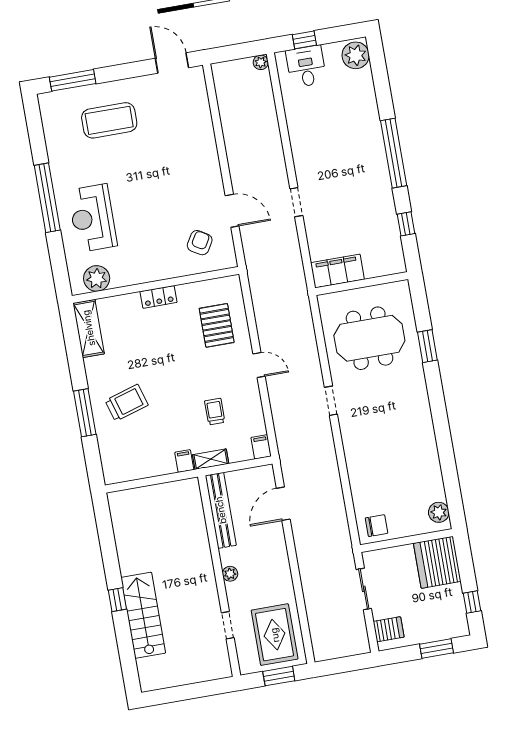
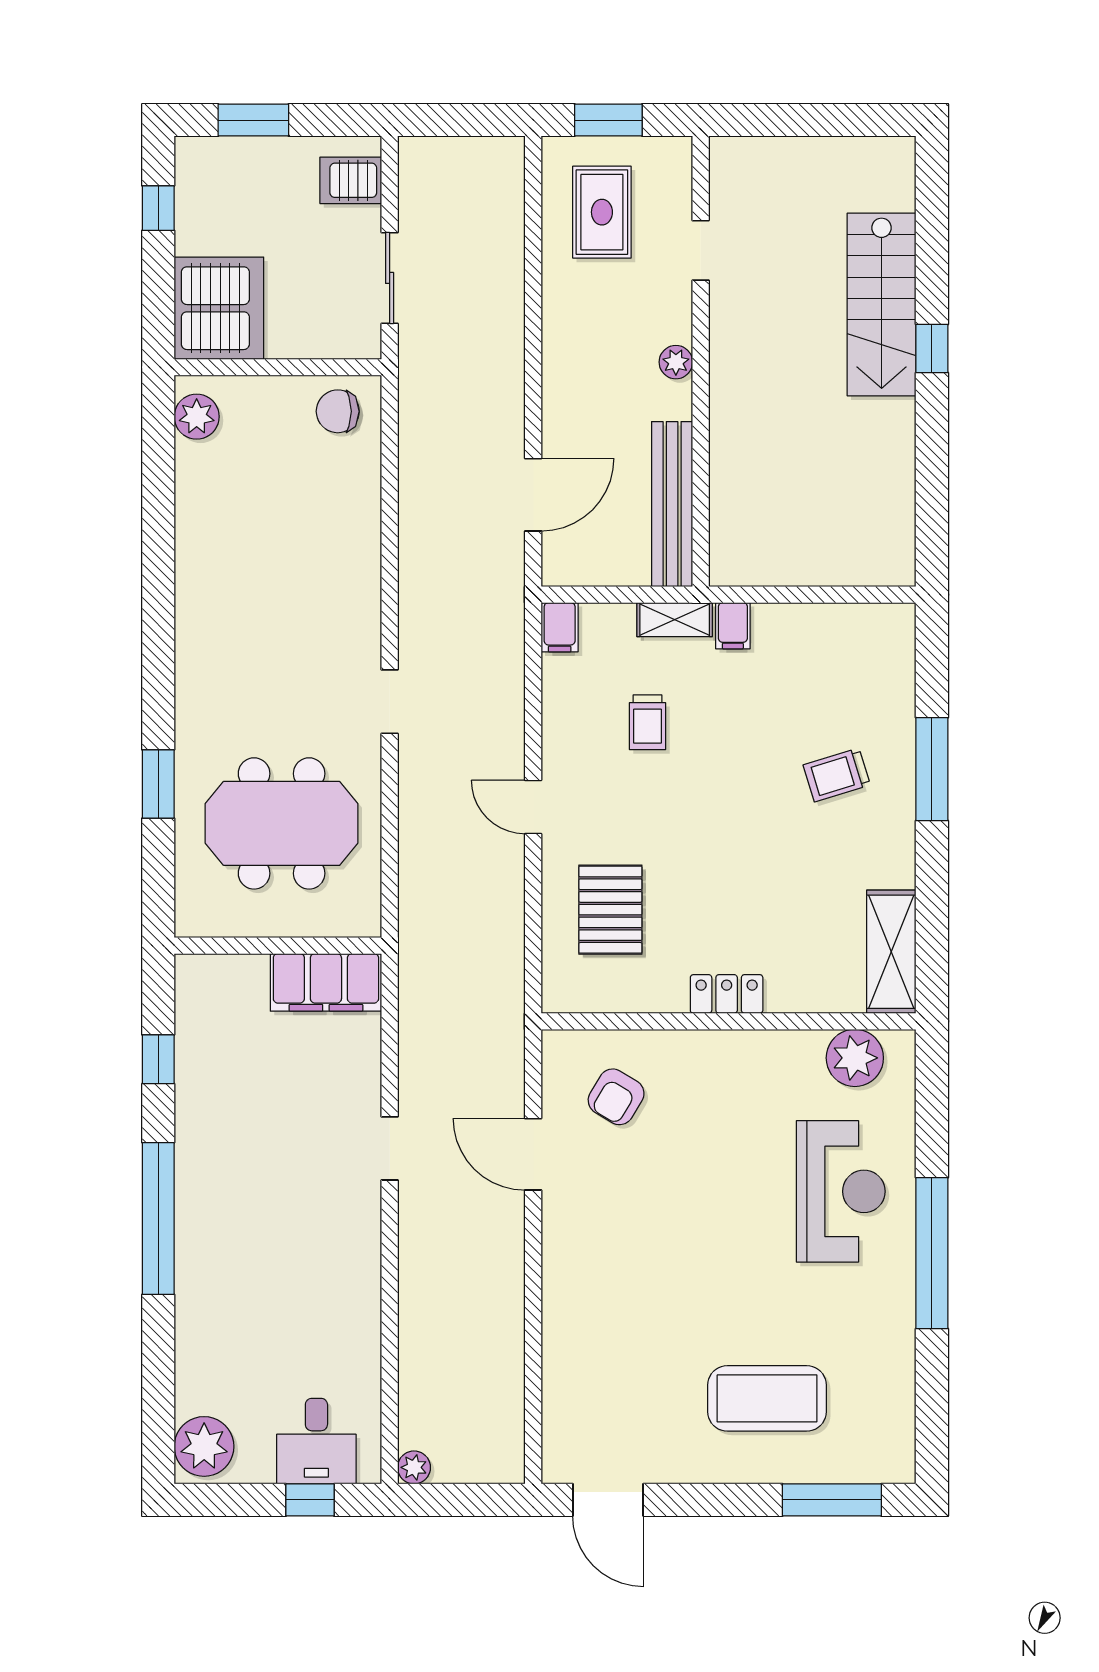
trolley: (127, 403) -> (837, 775), width x0.73, depth x0.72
rug: (275, 635) -> (602, 212), width x0.73, depth x0.70

